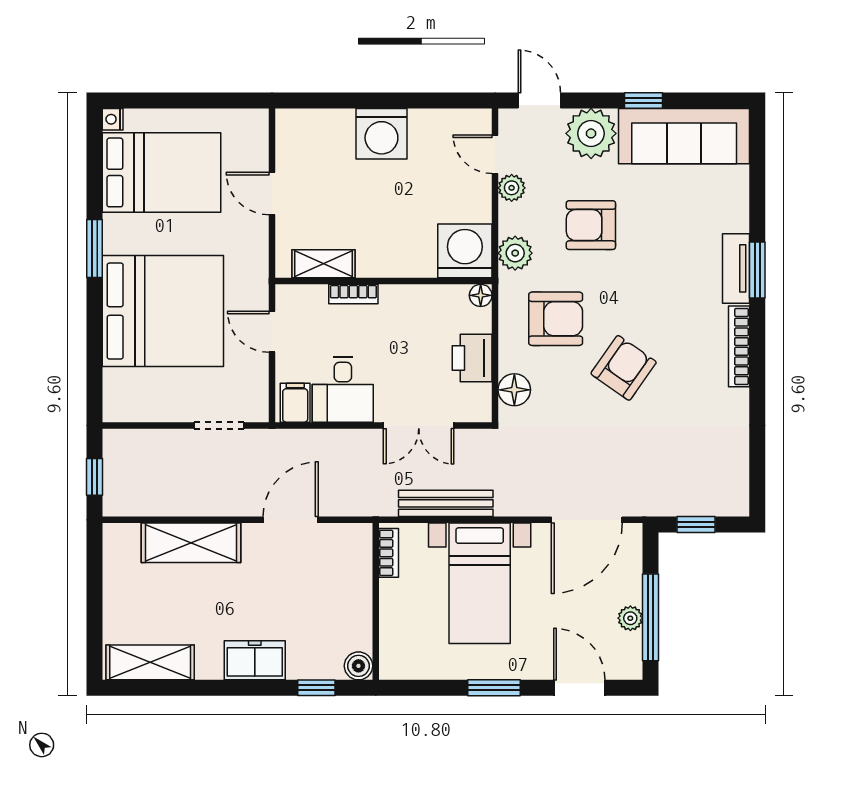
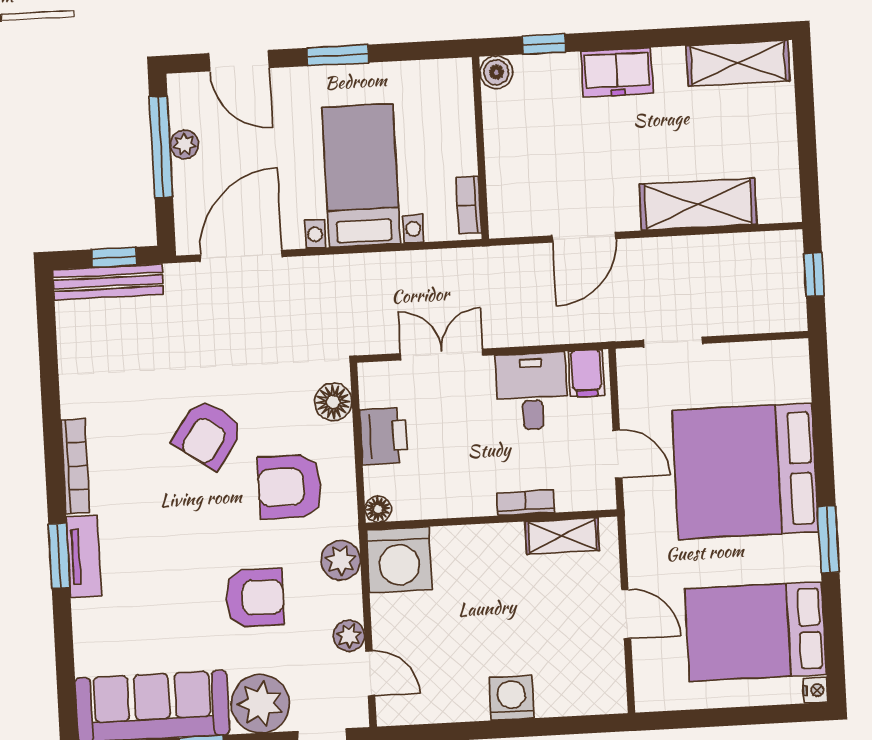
washing machine: (381, 134) -> (511, 698), width x0.73, depth x0.73
bench: (446, 503) -> (108, 282), moved

